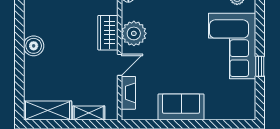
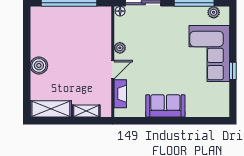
wardrobe: (108, 33) -> (103, 42), removed
plant: (134, 33) -> (120, 48), width x0.53, depth x0.53
boiler: (34, 46) -> (39, 65), moved

